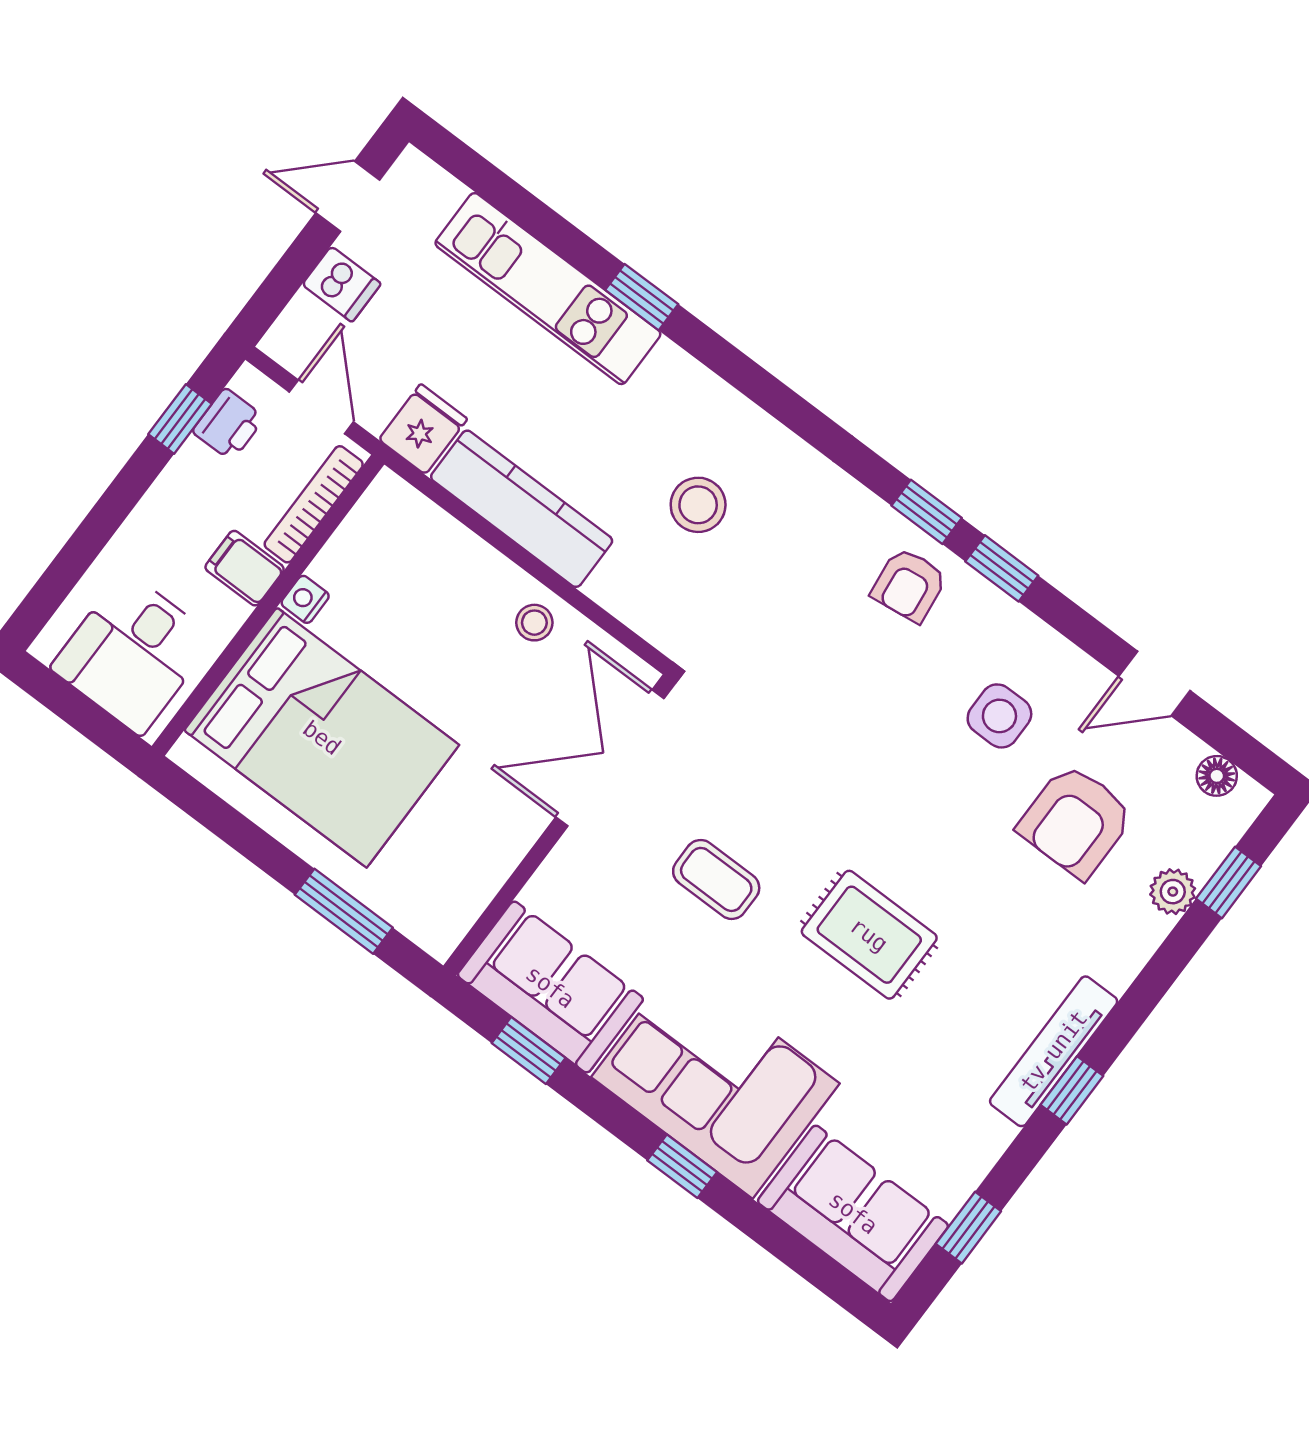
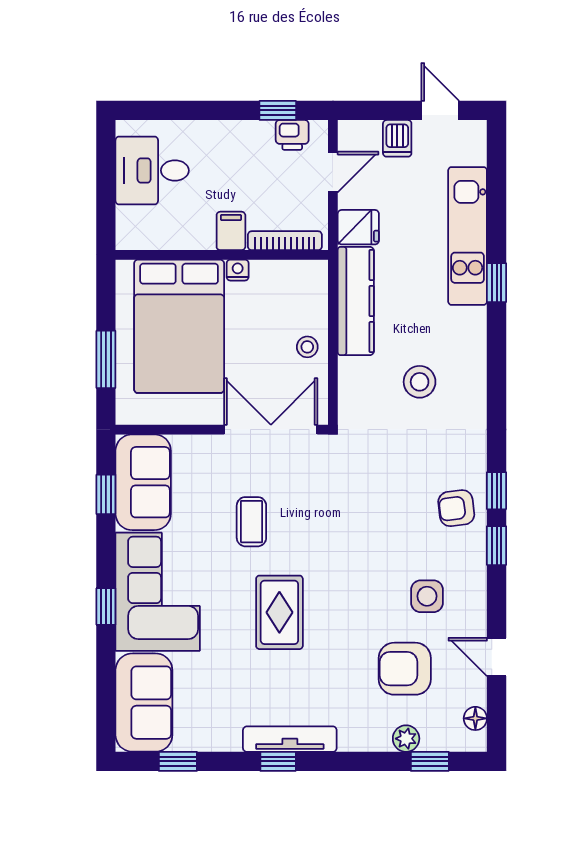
bookcase: (314, 504) -> (285, 241), moved
filing cabinet: (245, 568) -> (231, 231), moved
nightstand: (305, 599) -> (238, 270), moved
wall: (268, 605) -> (222, 255), moved
bed: (322, 738) -> (179, 326), moved

